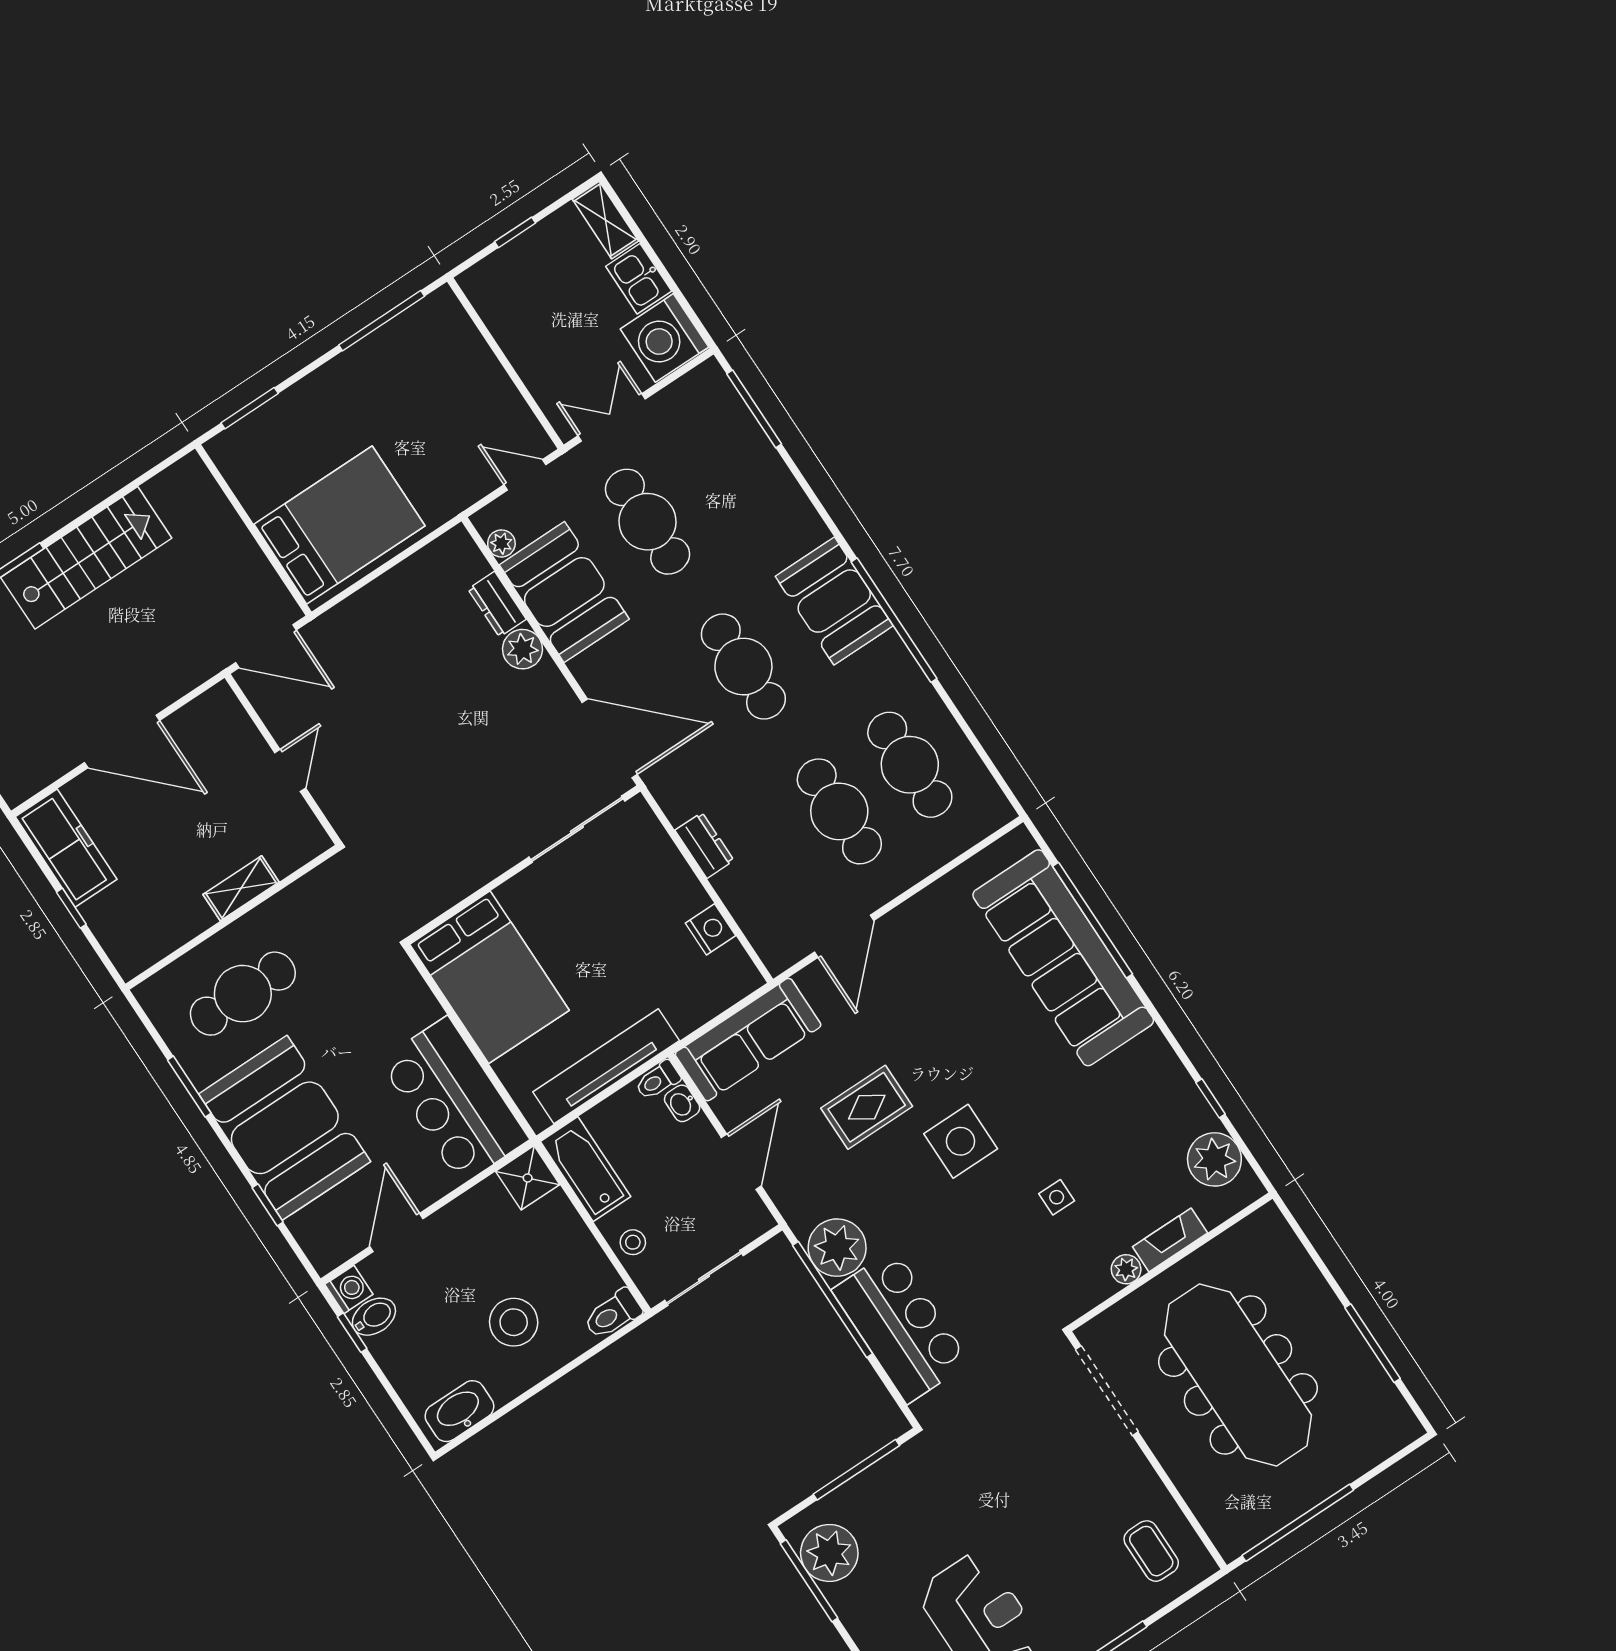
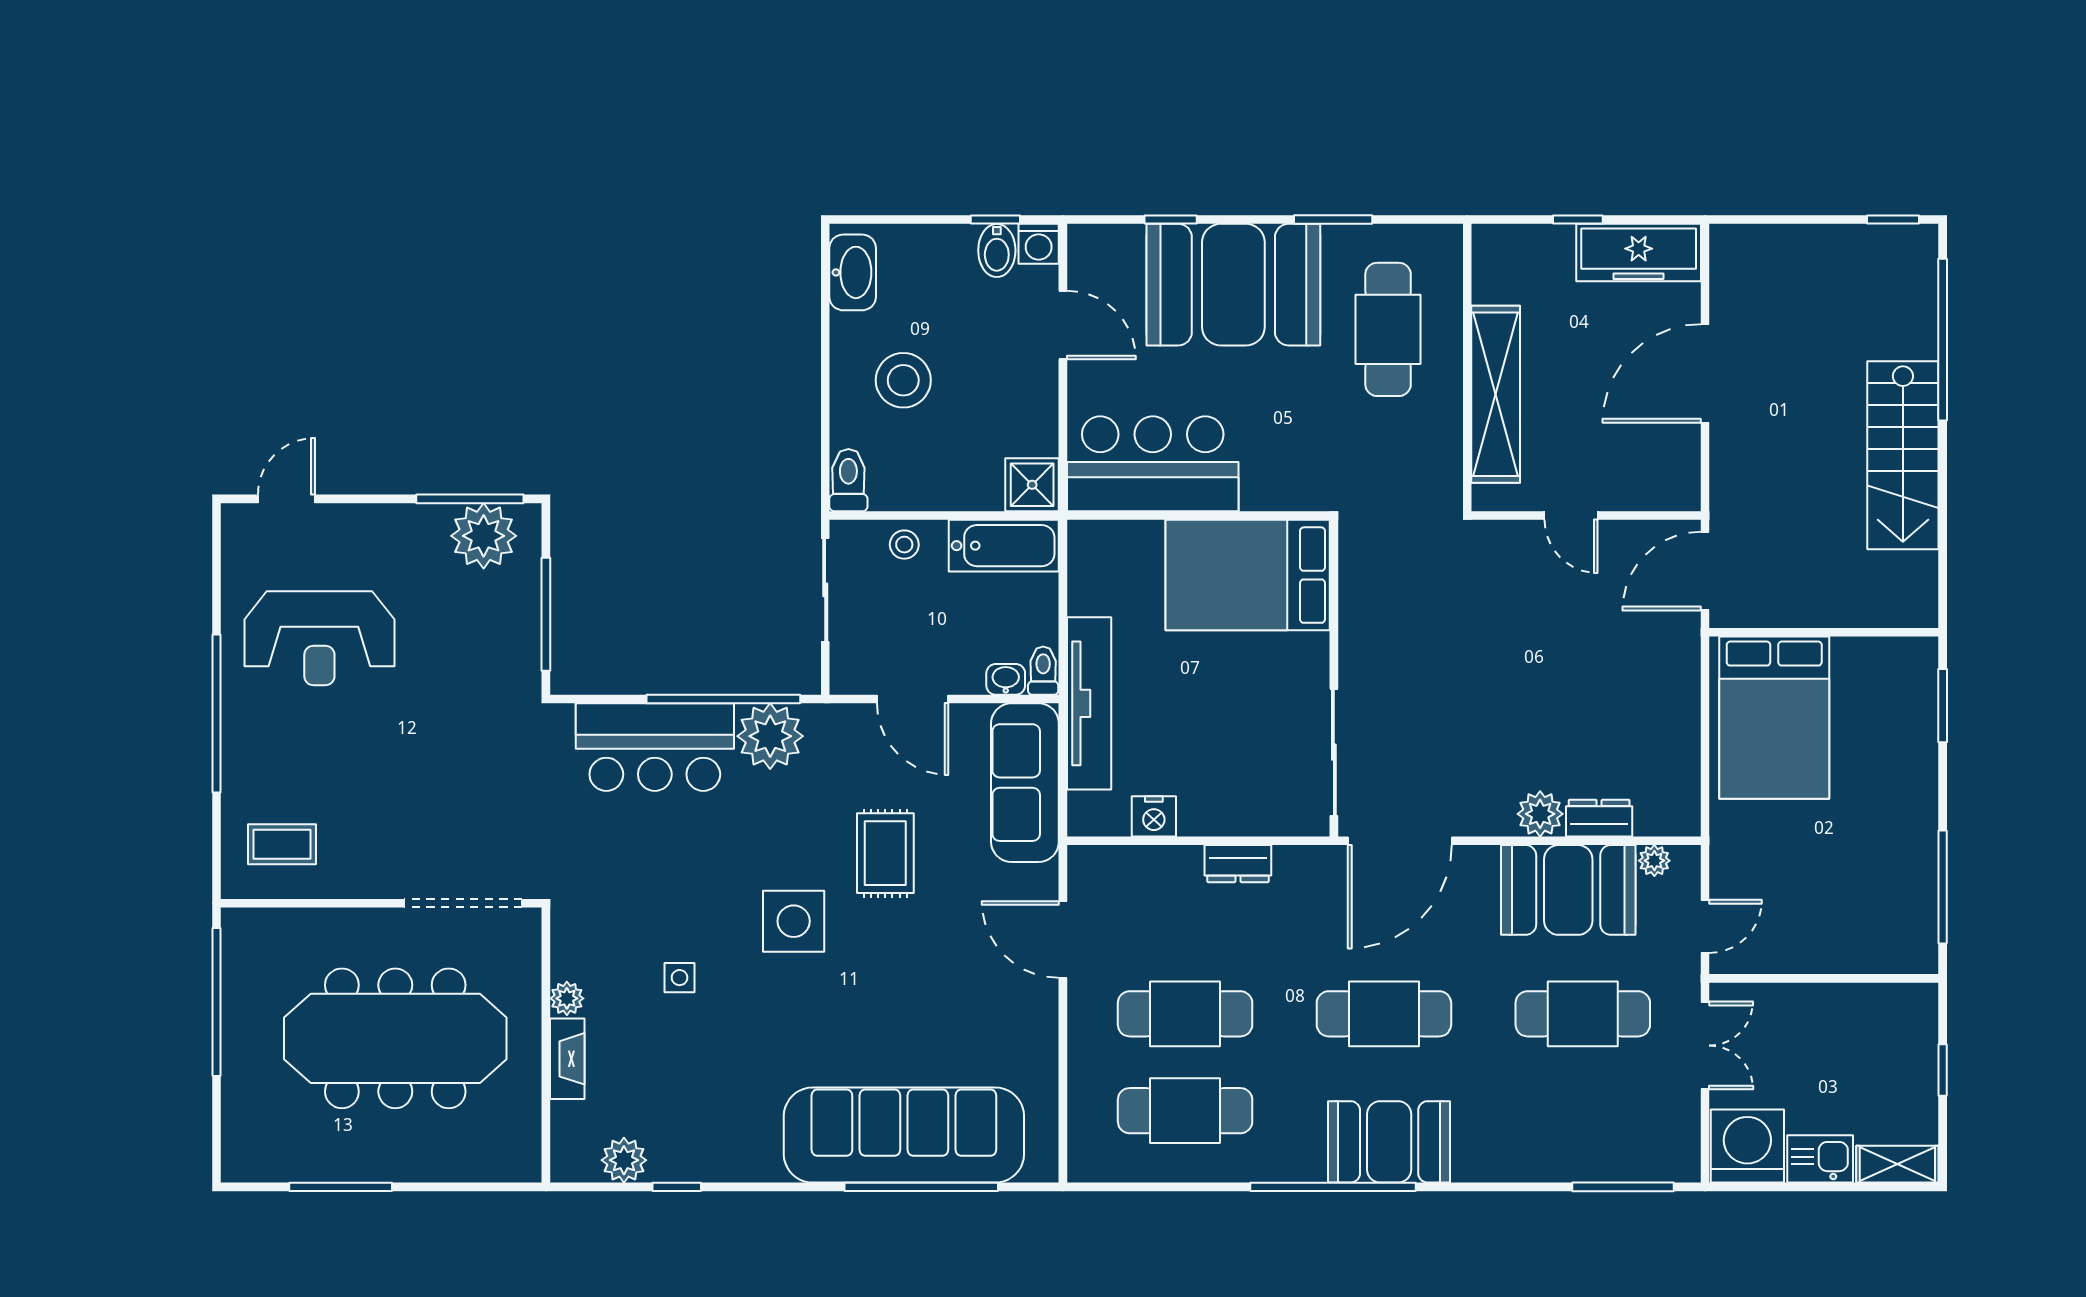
shelving: (241, 888) -> (1496, 394), width x2.20, depth x1.33
tv unit: (606, 1066) -> (1089, 703), moved
plant: (1214, 1159) -> (624, 1160), width x0.73, depth x0.73

